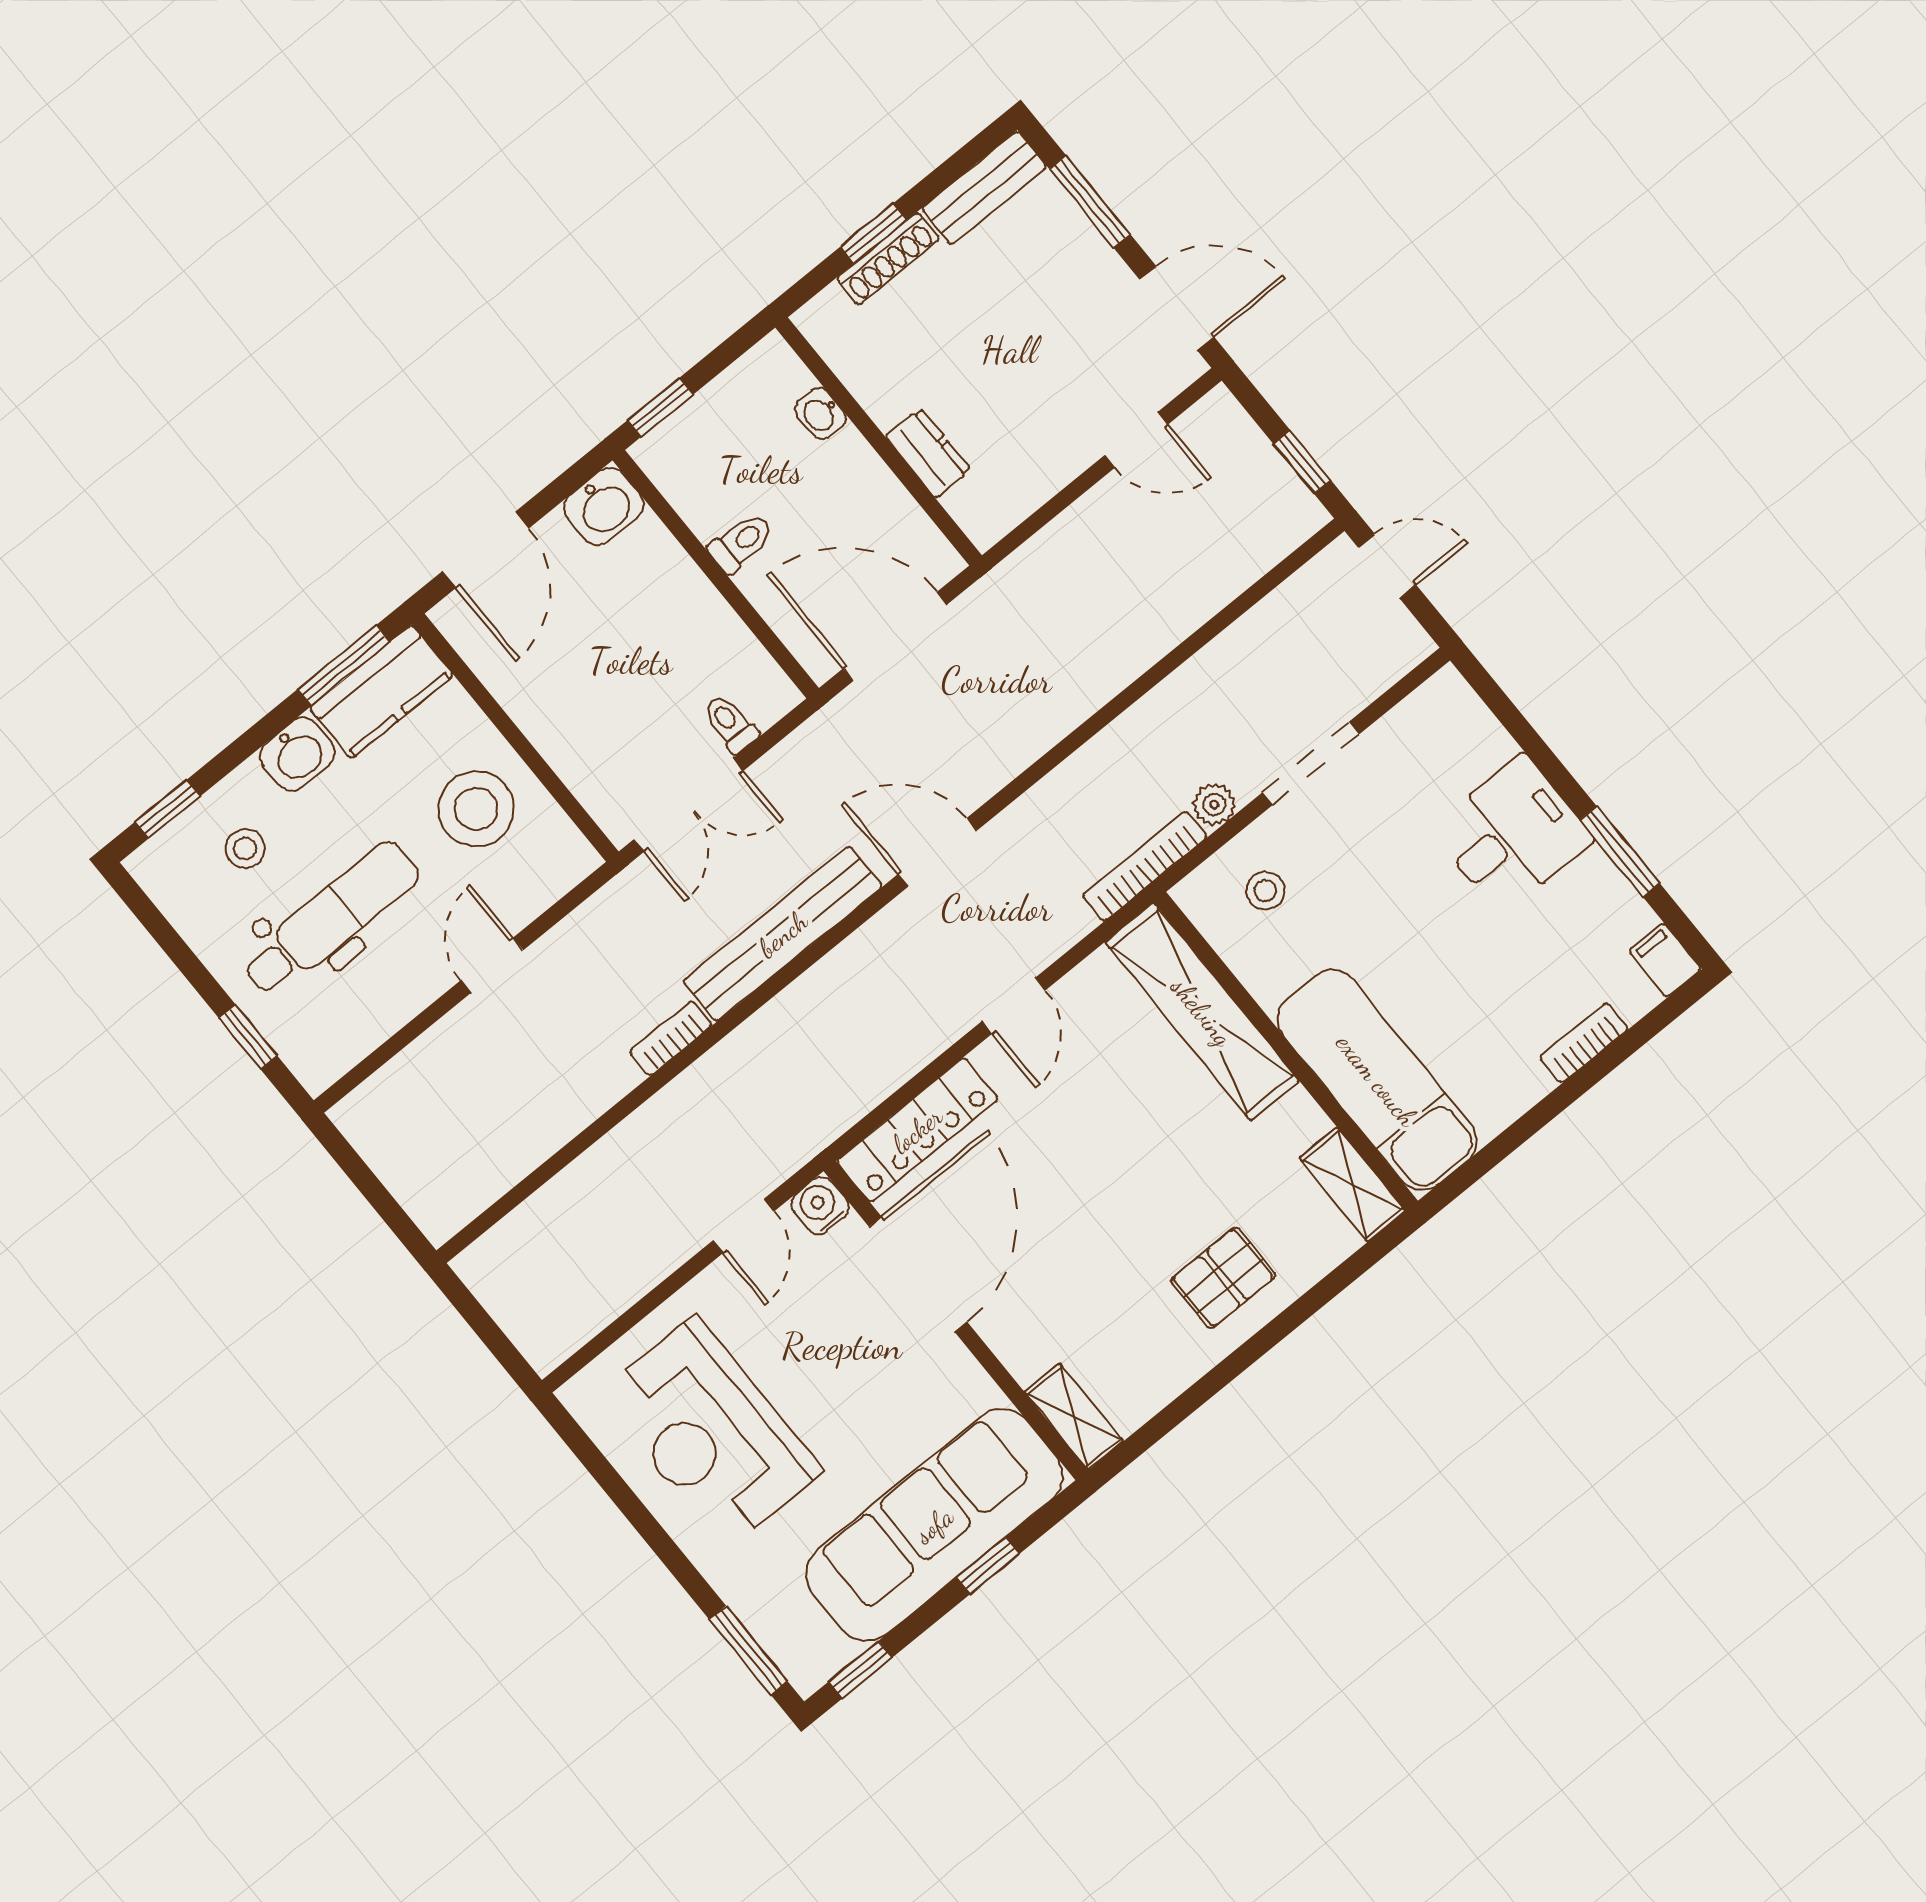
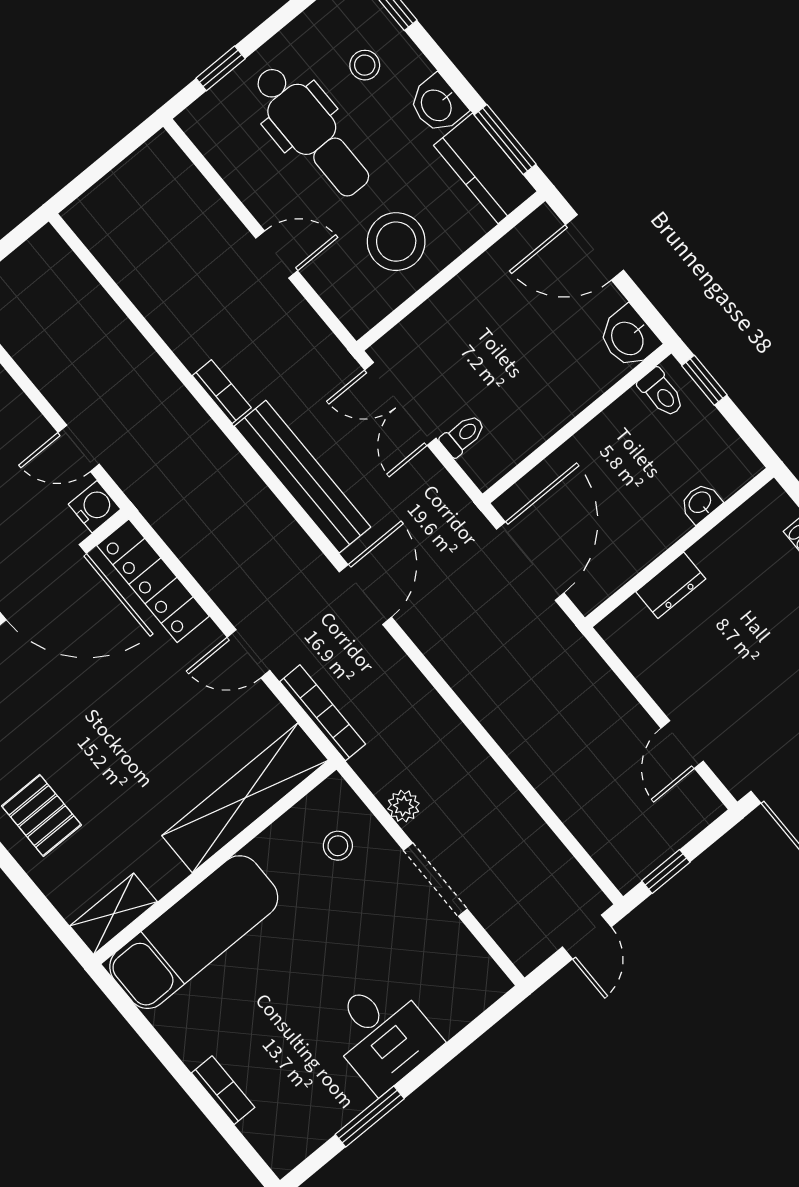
toilet: (741, 543) -> (661, 393), moved
bookcase: (1145, 866) -> (323, 713), moved
filing cabinet: (1665, 960) -> (287, 1152), removed

